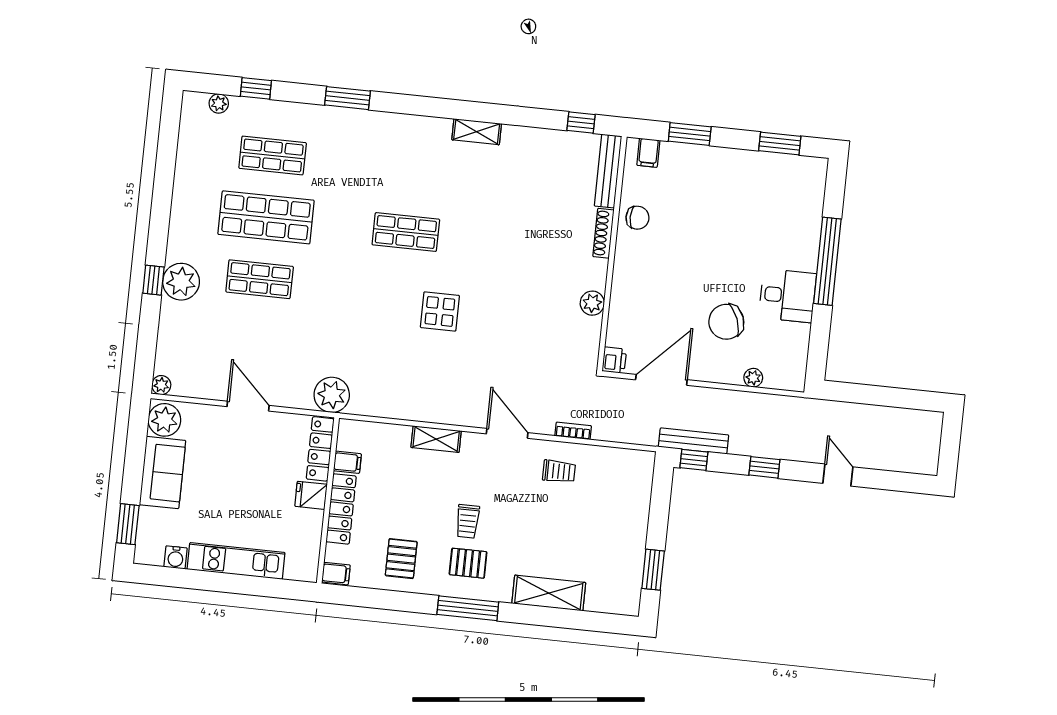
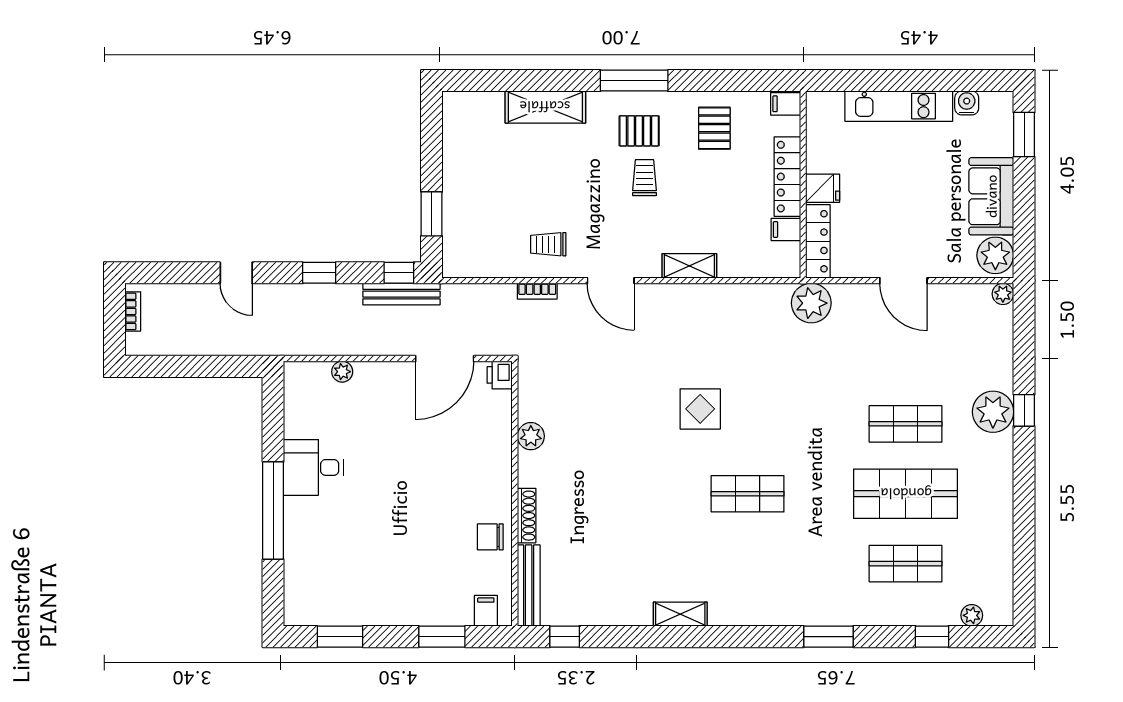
chair: (726, 322) -> (379, 431), removed
bookcase: (933, 451) -> (133, 311), added
window: (653, 570) -> (432, 214), moved

